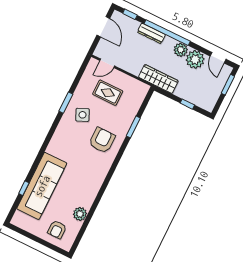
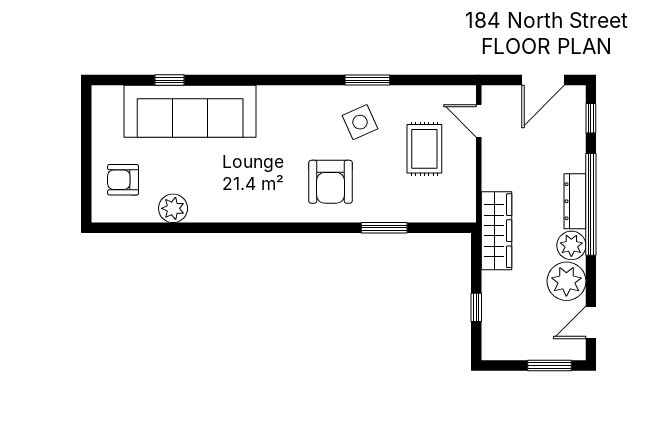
dresser: (151, 33) -> (575, 201), moved
armchair: (102, 140) -> (331, 182), turned 90

